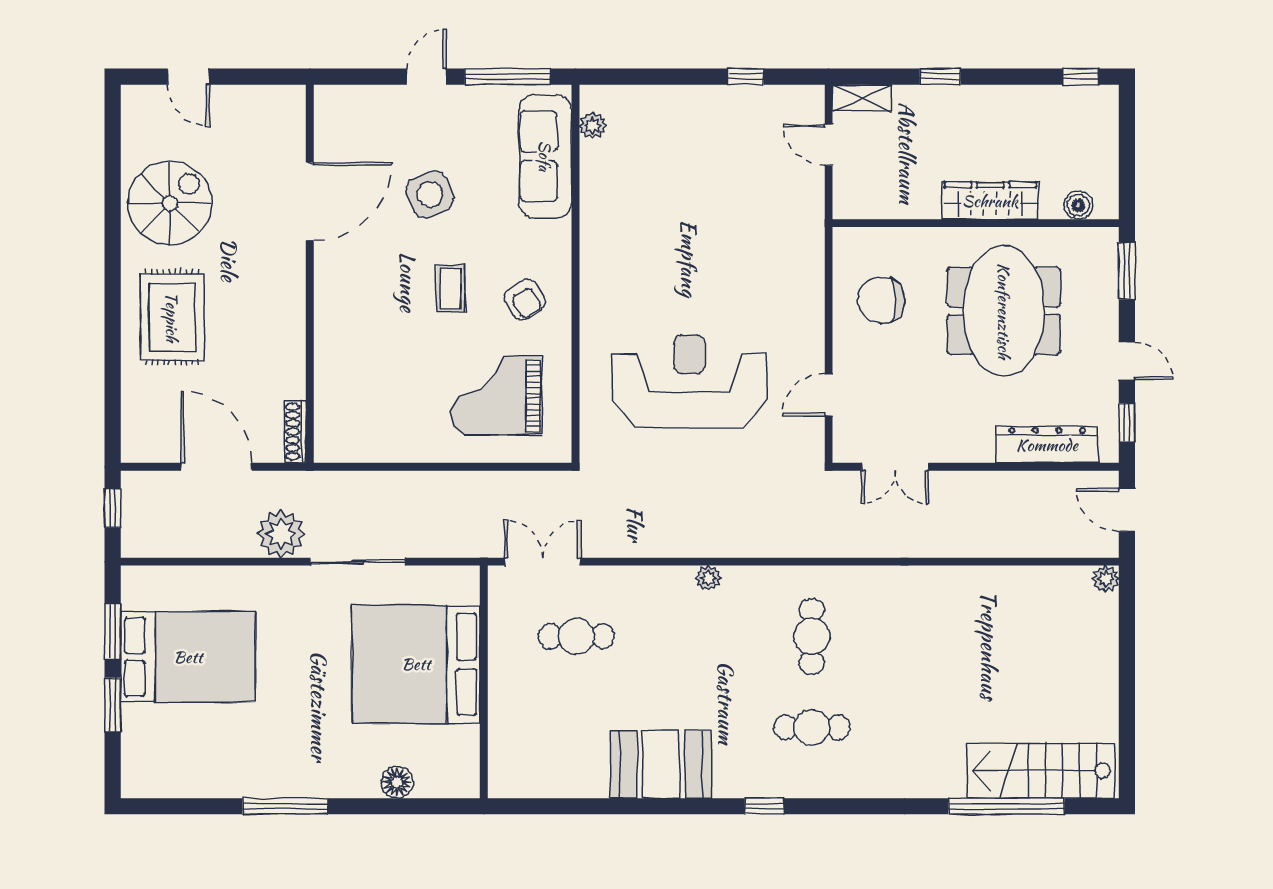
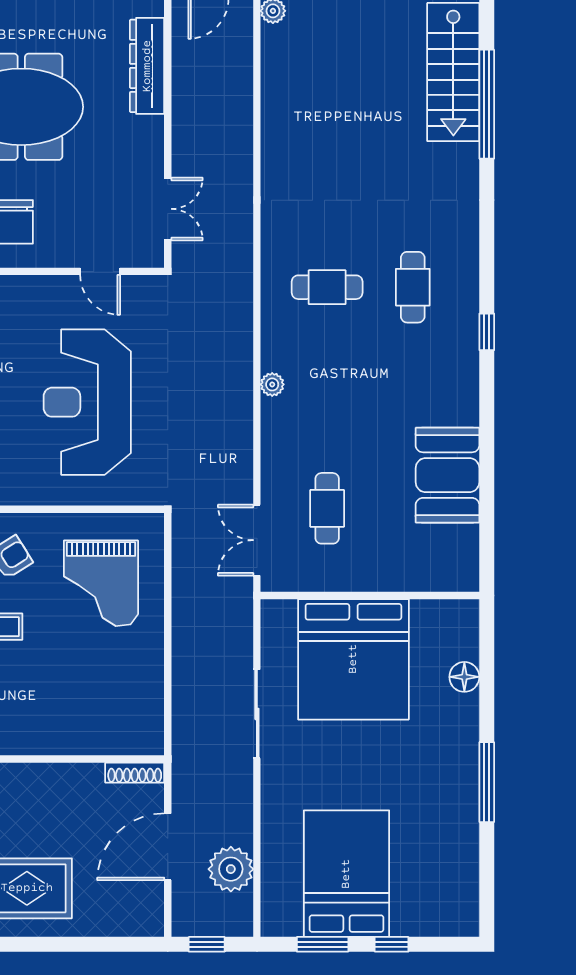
plant: (281, 534) -> (231, 869), moved
window: (113, 705) -> (392, 944), width x0.67
booth: (661, 764) -> (447, 475), moved

